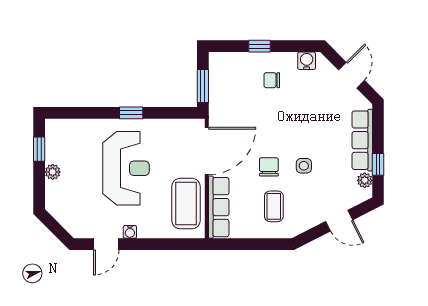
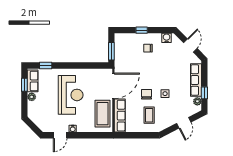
window: (131, 113) -> (46, 65), moved
row of seats: (55, 142) -> (33, 81), added
door: (339, 221) -> (184, 123), hinge flipped

